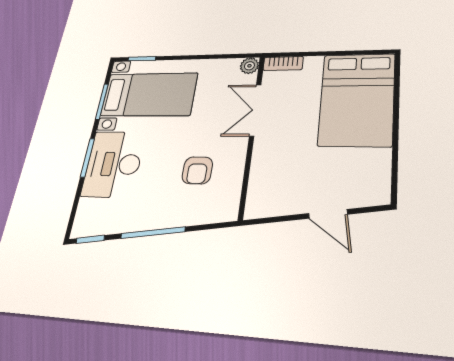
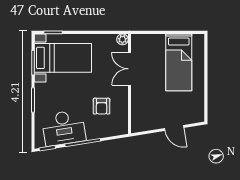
bookcase: (283, 63) -> (142, 38), removed
bed: (357, 99) -> (179, 62), width x0.67
desk: (113, 164) -> (64, 128), moved, turned -99

